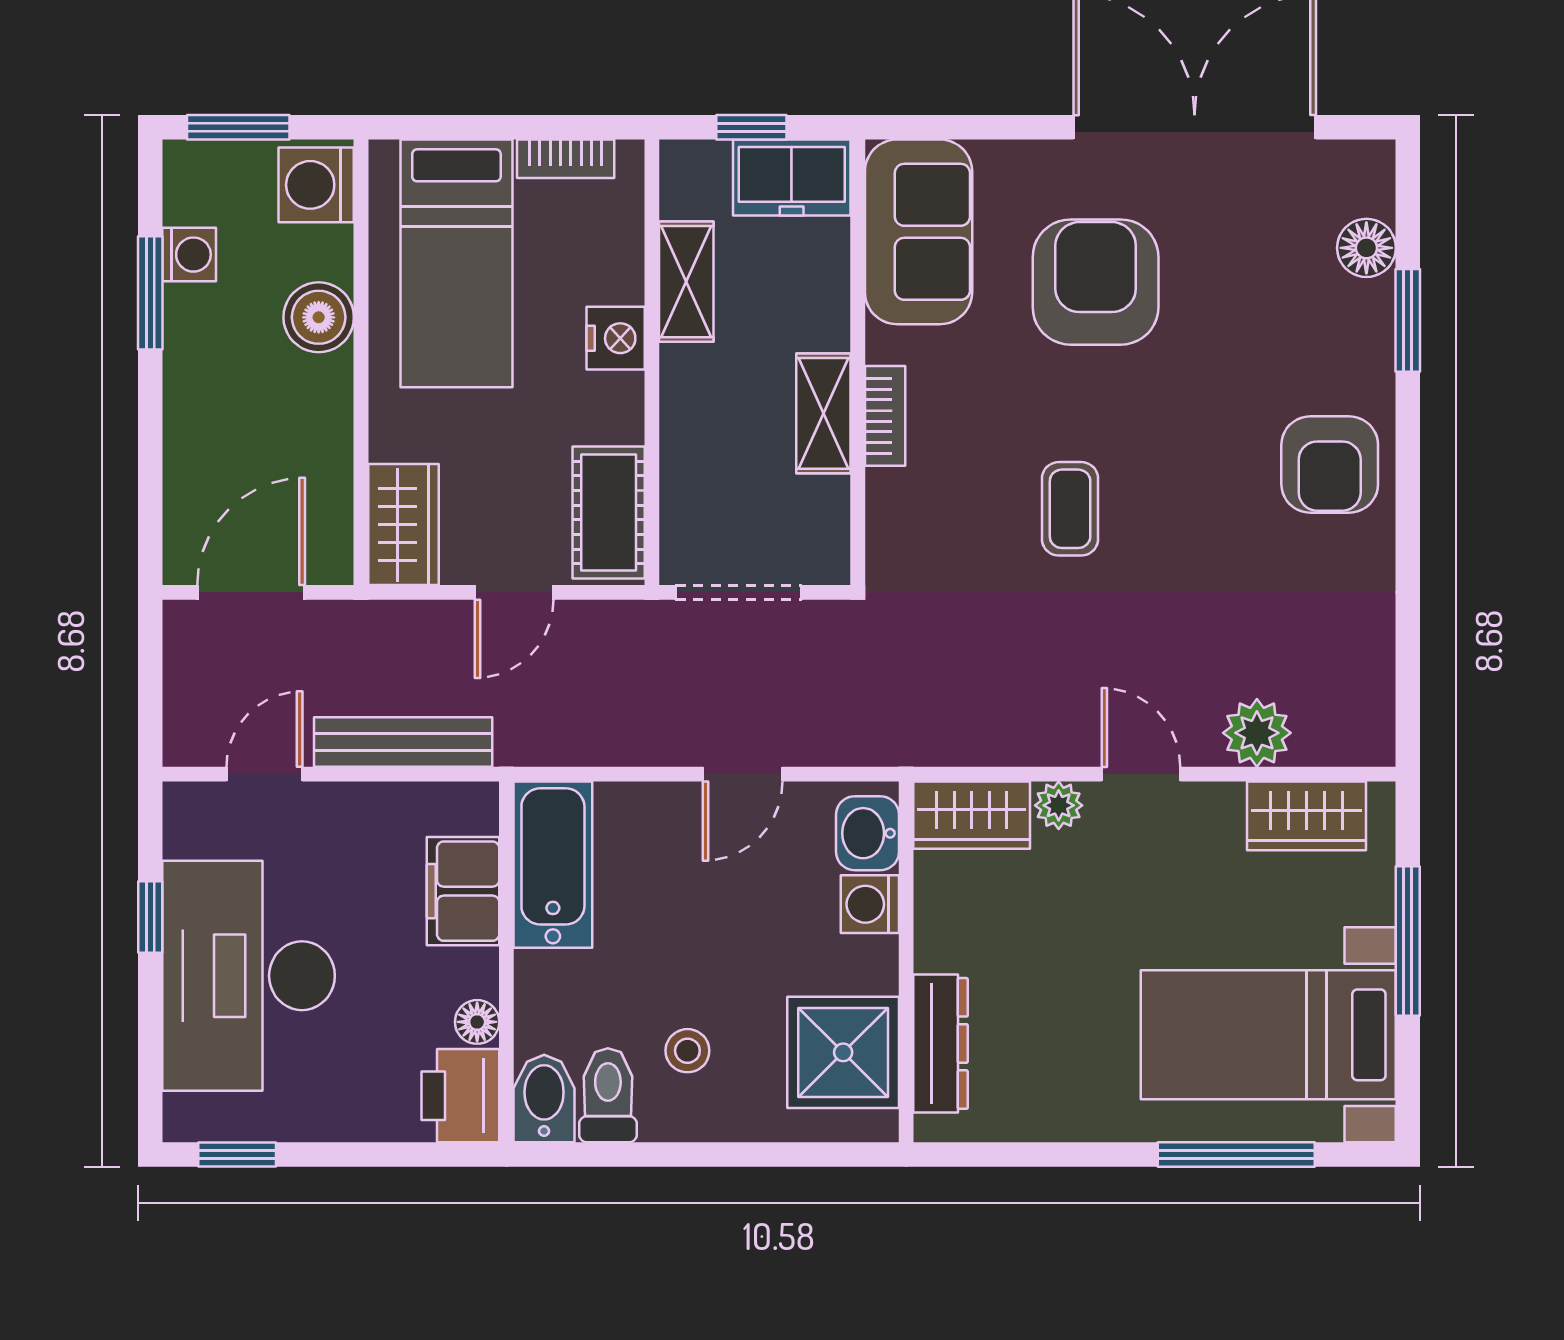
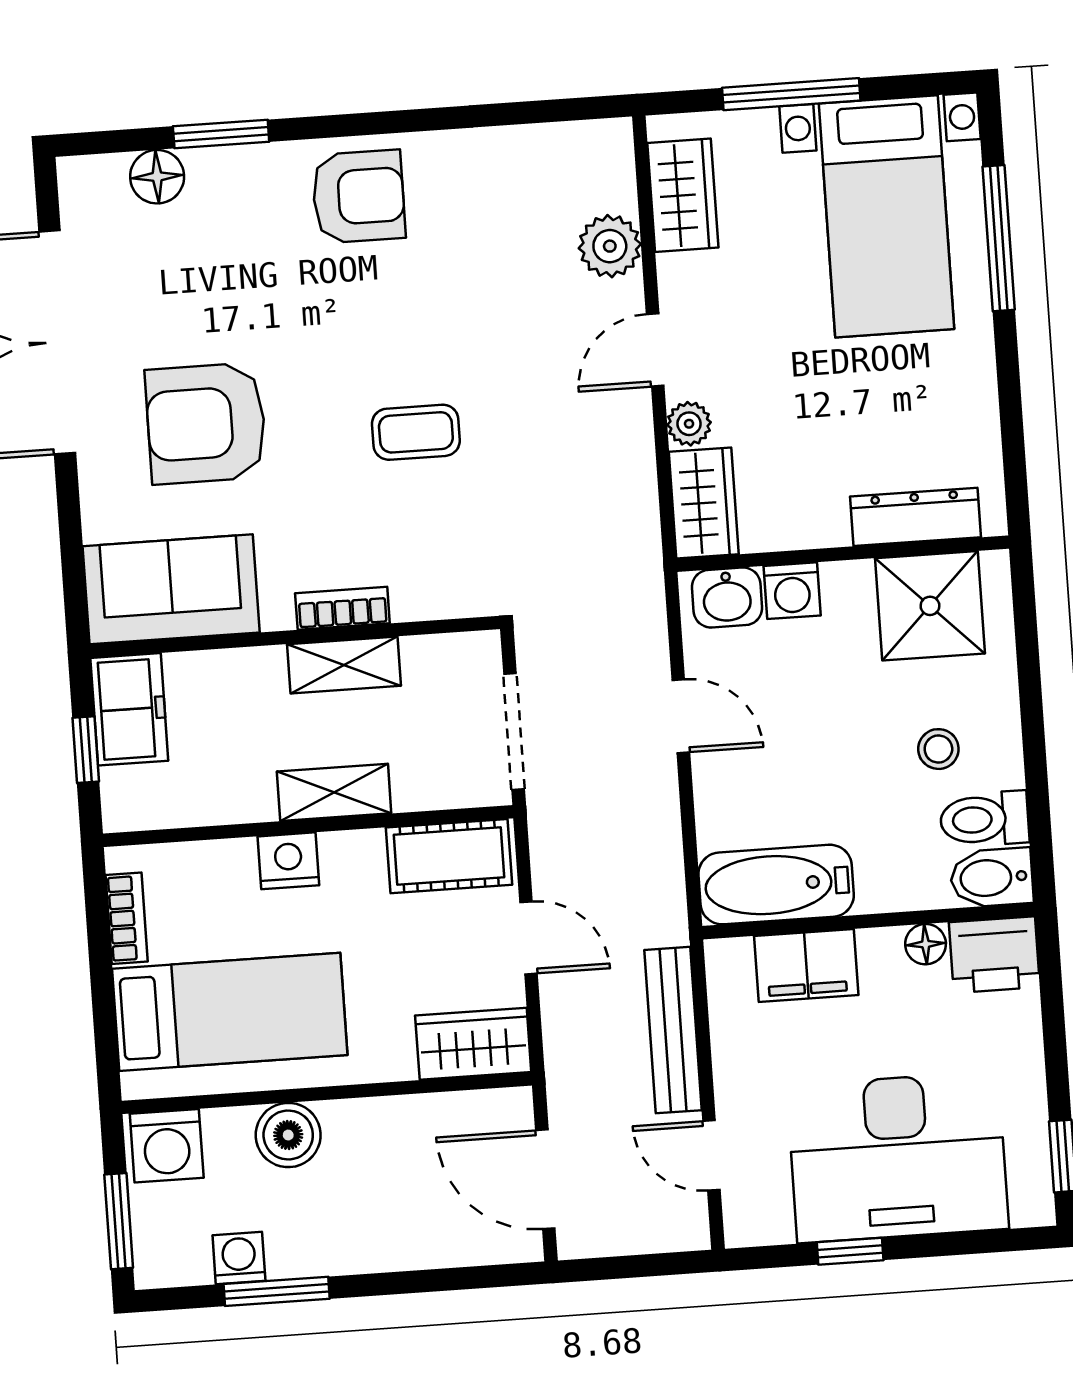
shelving: (686, 282) -> (334, 792), moved

